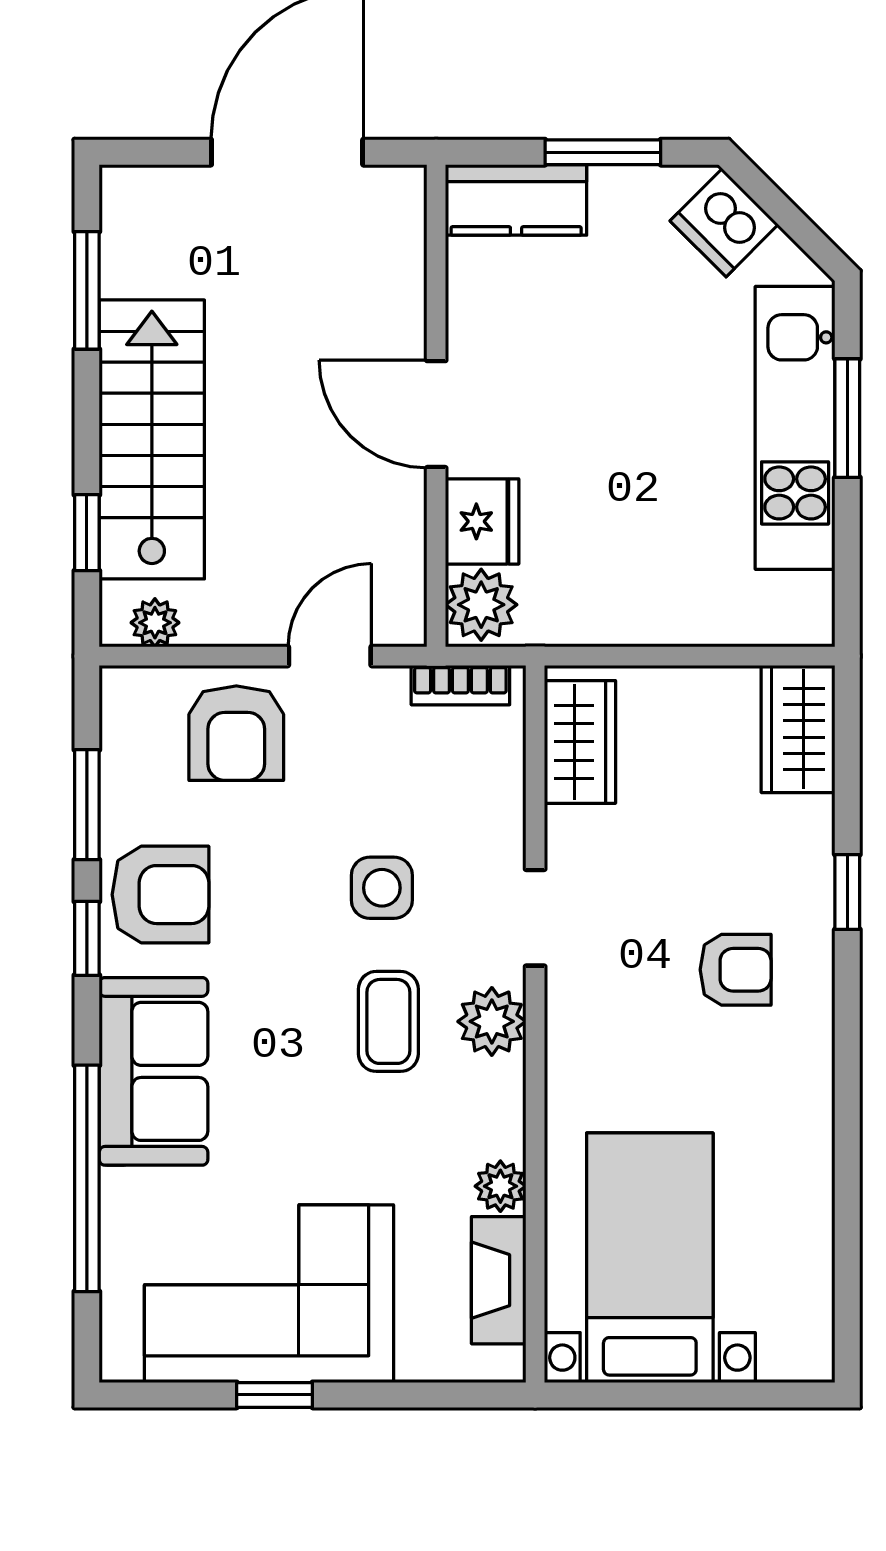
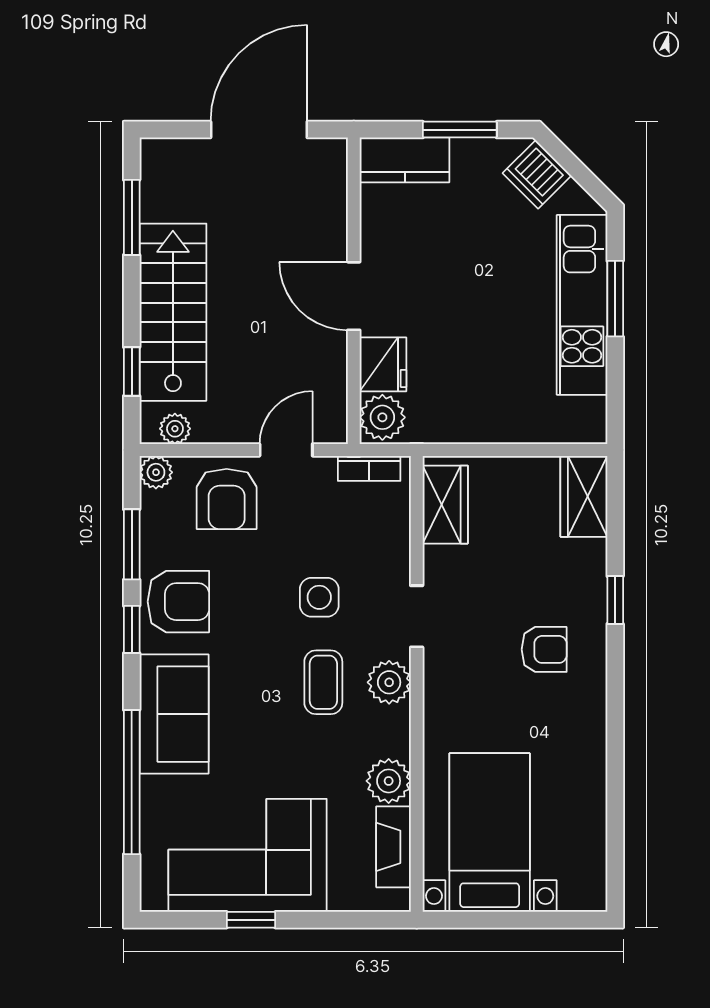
plant: (125, 691) -> (156, 472), added
plant: (500, 1186) -> (389, 781), width x1.38, depth x1.38

